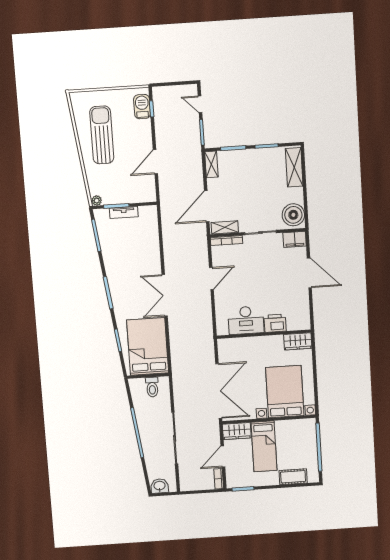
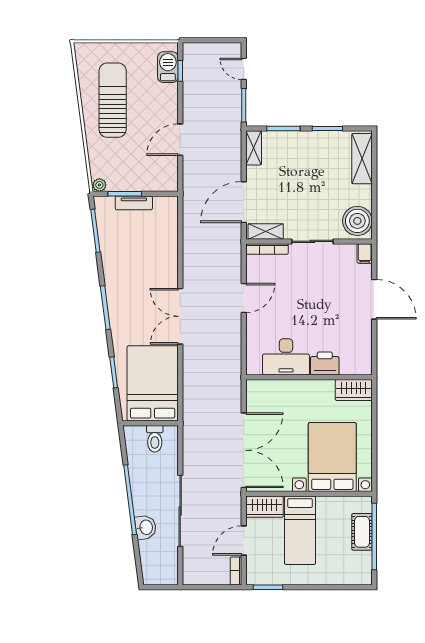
filing cabinet: (295, 239) -> (365, 253), width x0.50
cot: (293, 477) -> (362, 532), moved, turned 90
washbasin: (160, 486) -> (146, 527), moved, turned 83

